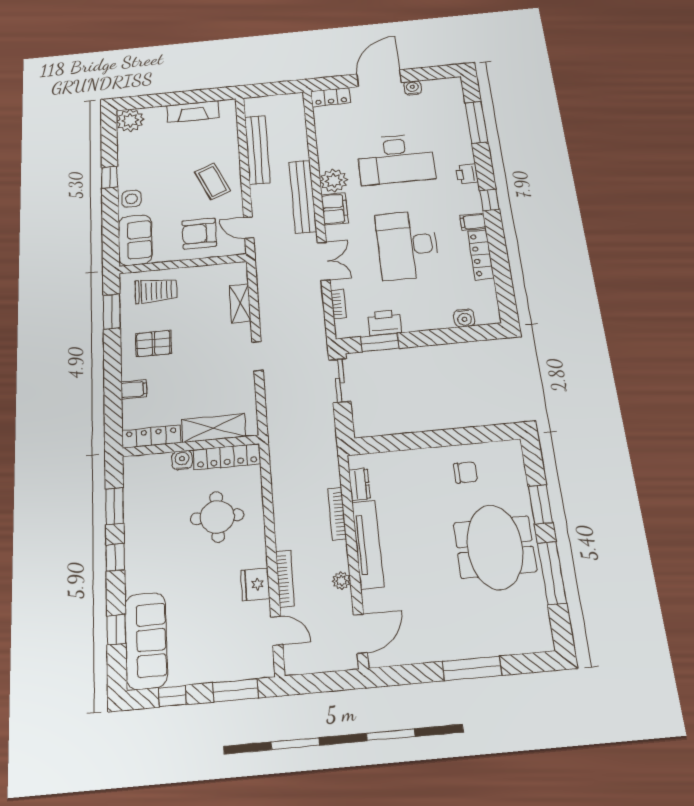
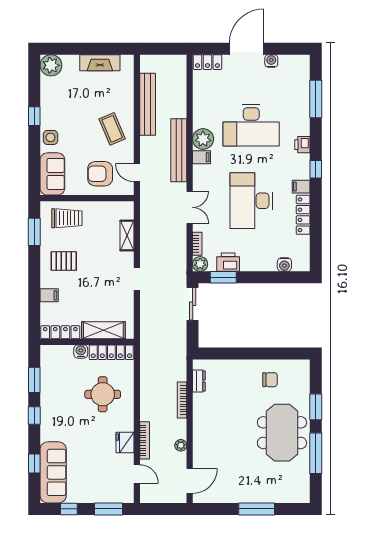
filing cabinet: (335, 209) -> (201, 157), width x0.50
plant: (345, 329) -> (200, 264), added
tv unit: (368, 544) -> (200, 423), removed

